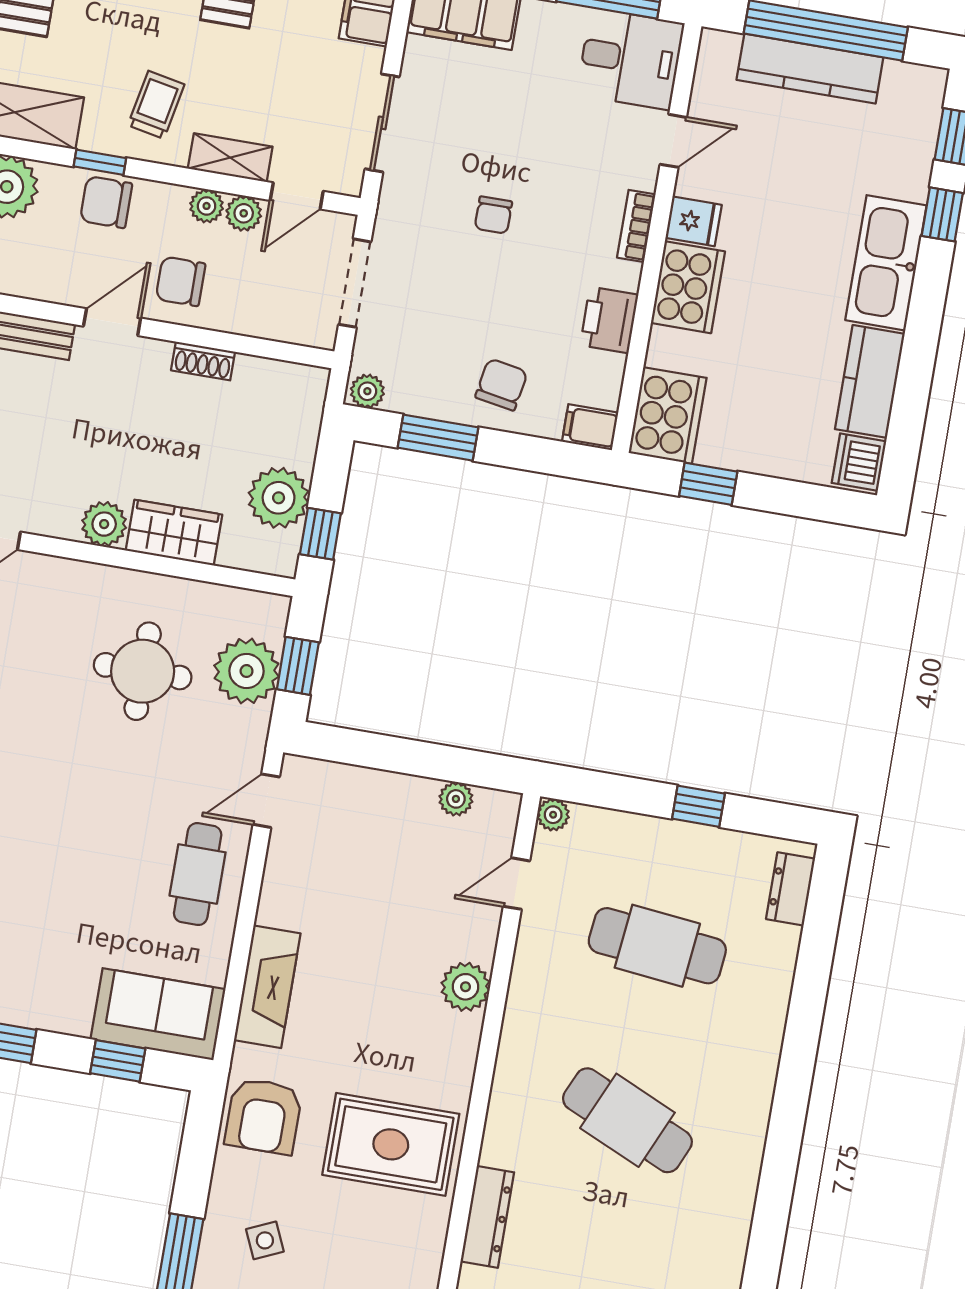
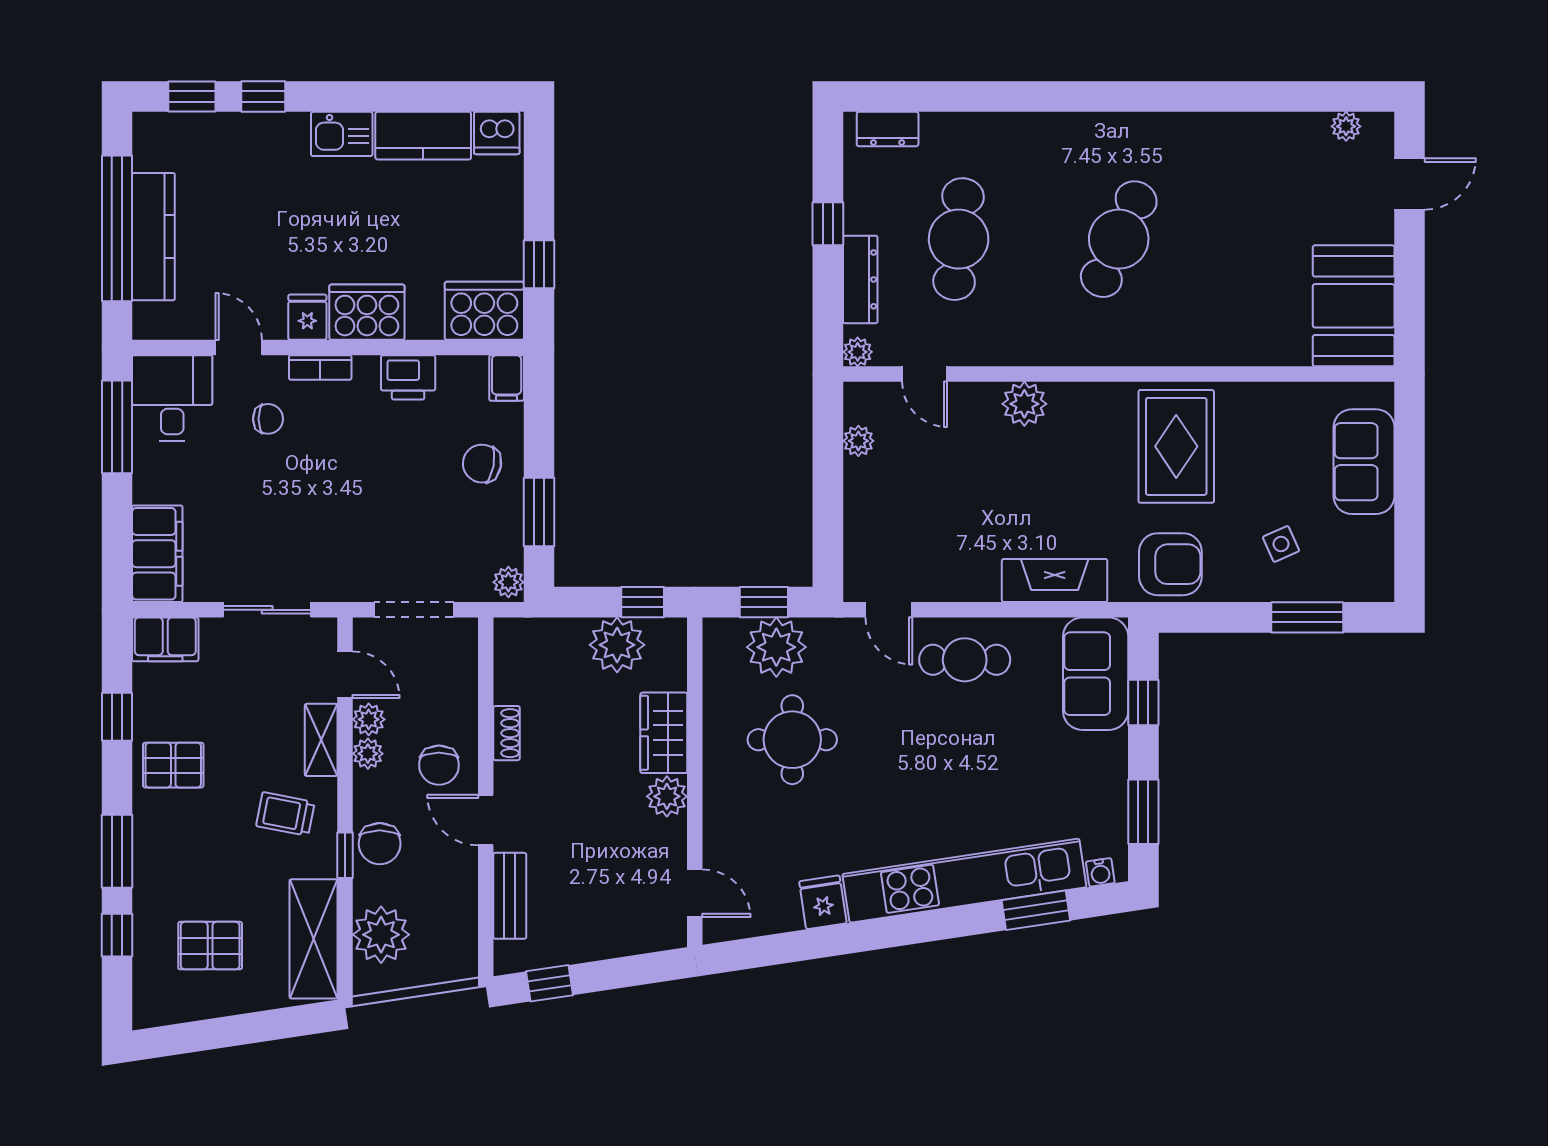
chair: (493, 215) -> (268, 419), moved
kitchen sink: (886, 263) -> (342, 134), width x0.53, depth x0.81
dresser: (487, 1217) -> (860, 279), moved, turned 90

